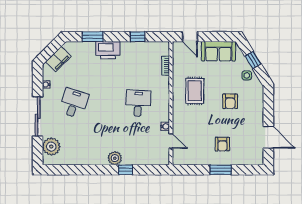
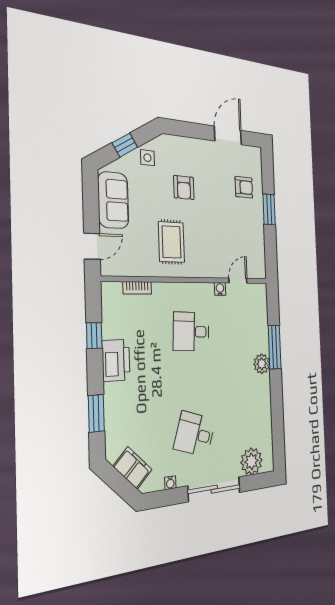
printer: (108, 50) -> (116, 360), moved
rug: (195, 91) -> (171, 242), turned 90
armchair: (230, 101) -> (184, 188), turned 90
armchair: (222, 144) -> (244, 187), moved
window: (126, 170) -> (275, 347), width x2.17

